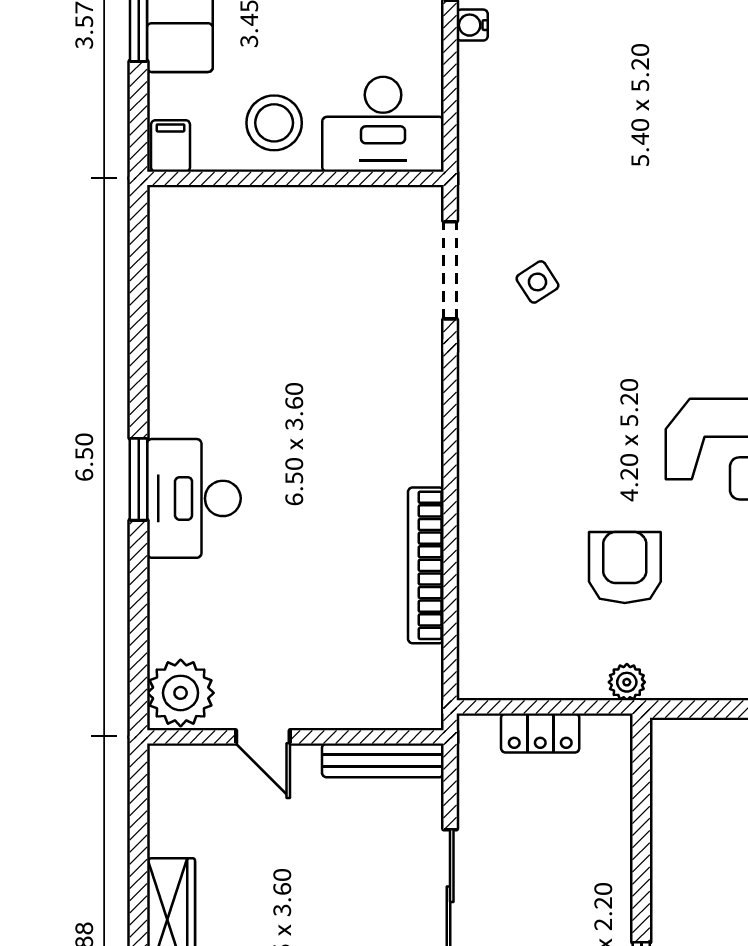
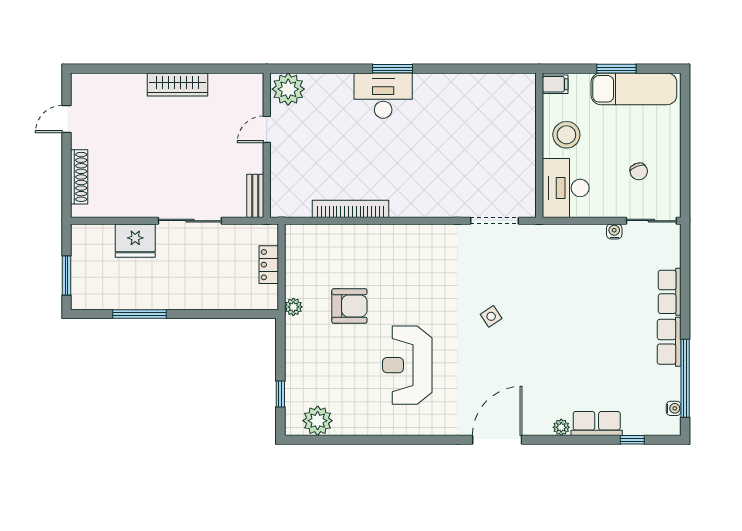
side table: (537, 282) -> (491, 316), moved
bench: (383, 760) -> (255, 196), width x0.73

